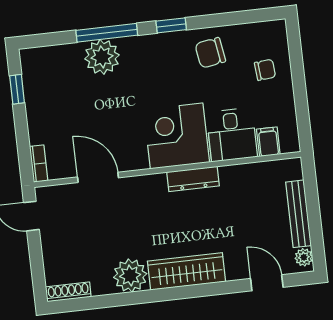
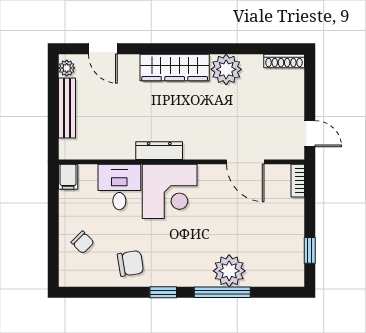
chair: (265, 70) -> (83, 242), turned -130
filing cabinet: (268, 142) -> (68, 177), moved

